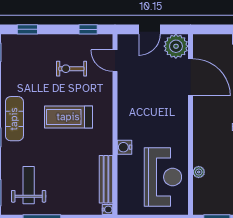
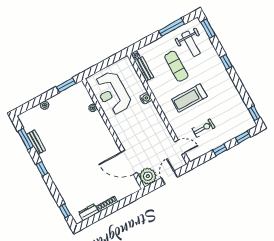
window: (88, 29) -> (220, 150), moved
treadmill: (68, 117) -> (189, 98), turned 180
exercise mat: (14, 119) -> (176, 66), moved
bench: (106, 179) -> (144, 69), width x0.73

